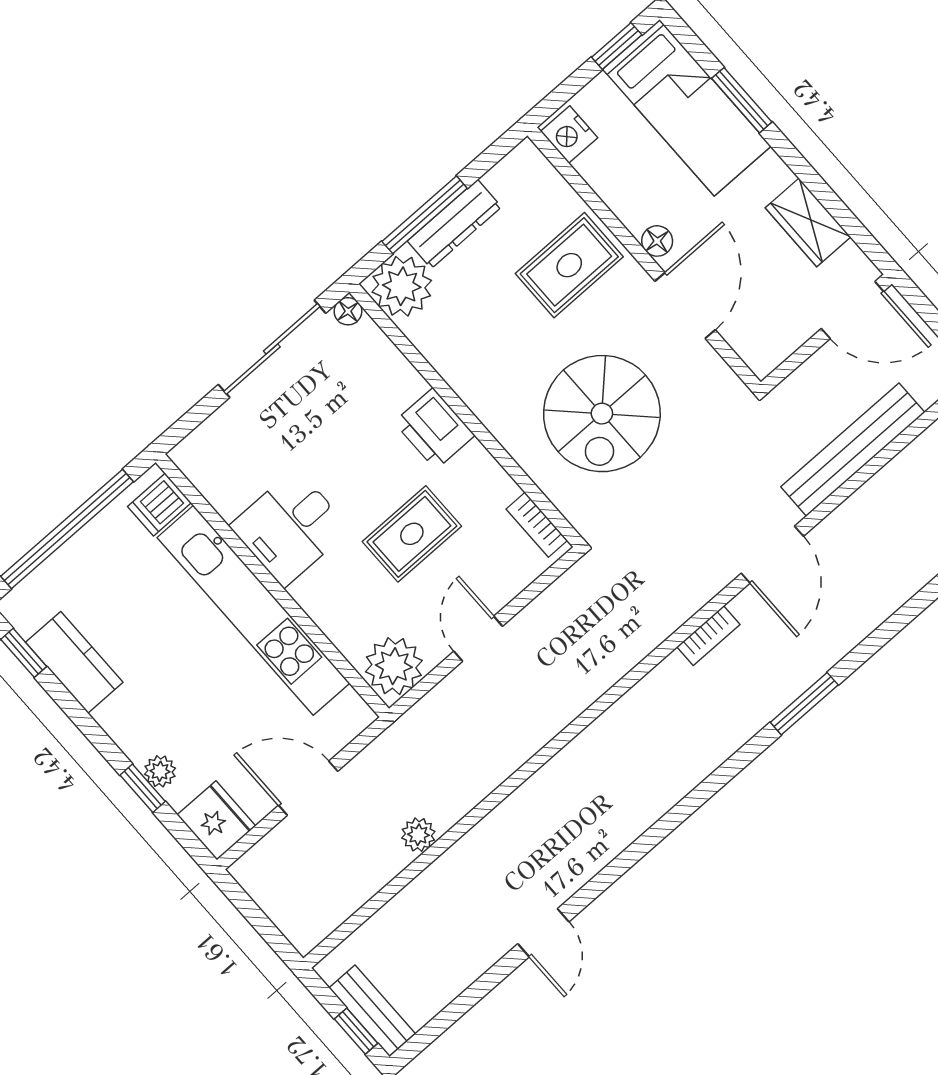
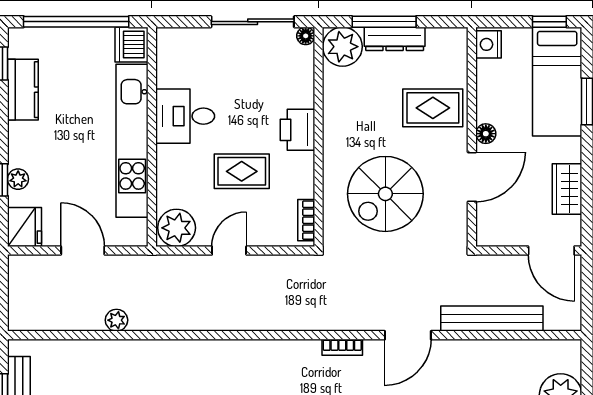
dishwasher: (159, 505) -> (131, 45), width x1.38

